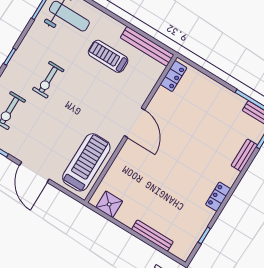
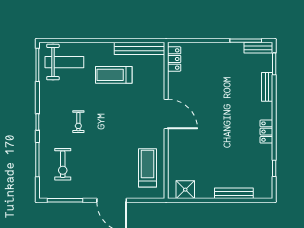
exercise bike: (48, 80) -> (78, 122), width x0.73, depth x0.72
treadmill: (86, 162) -> (148, 168), width x0.73, depth x0.73

